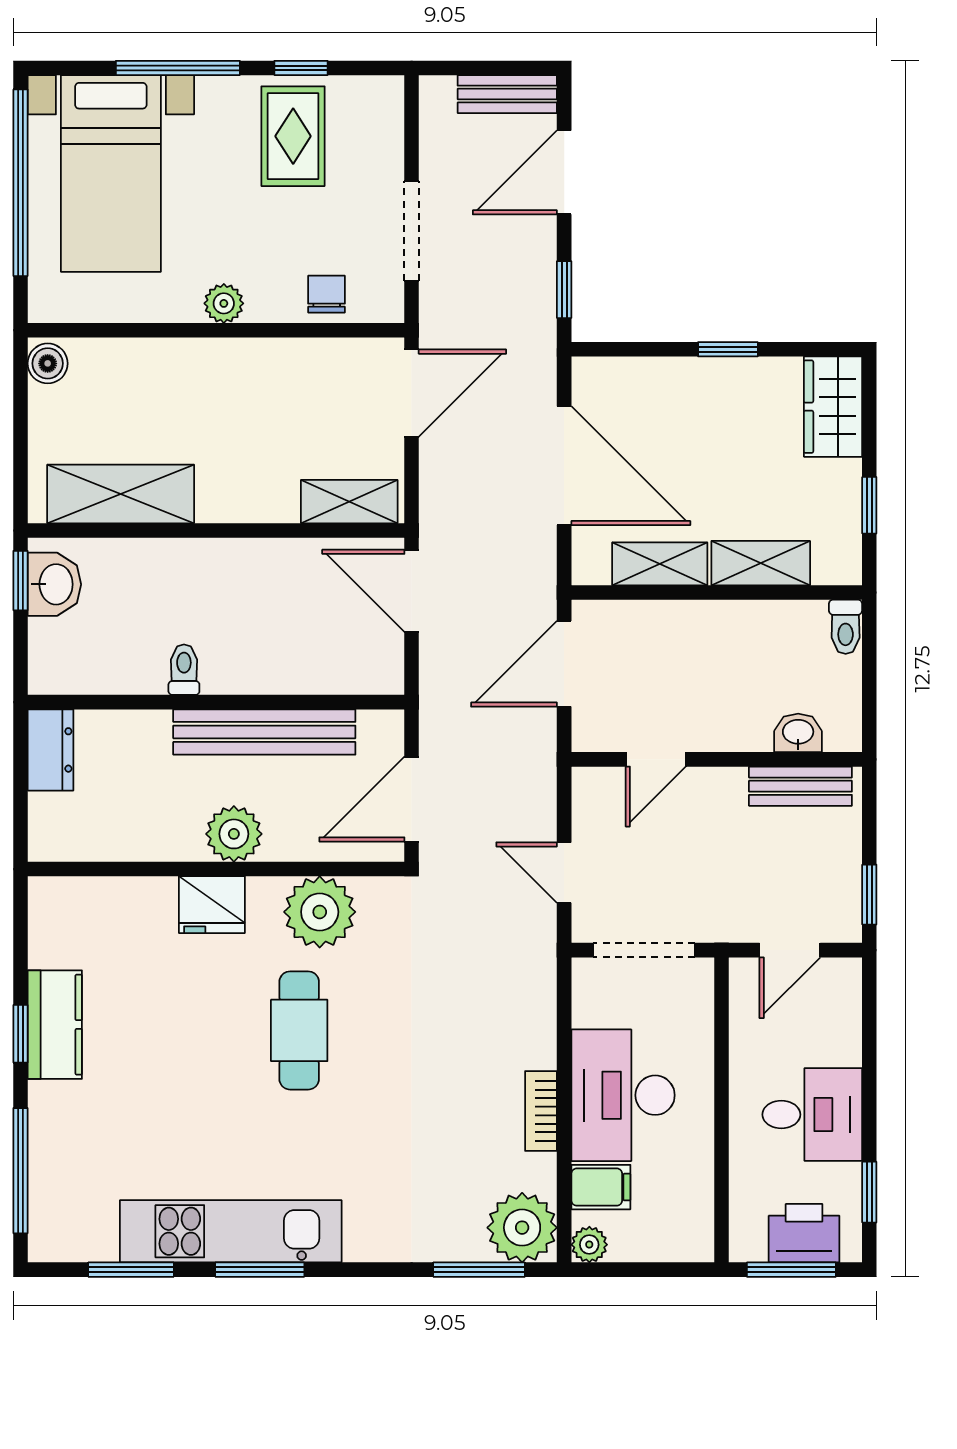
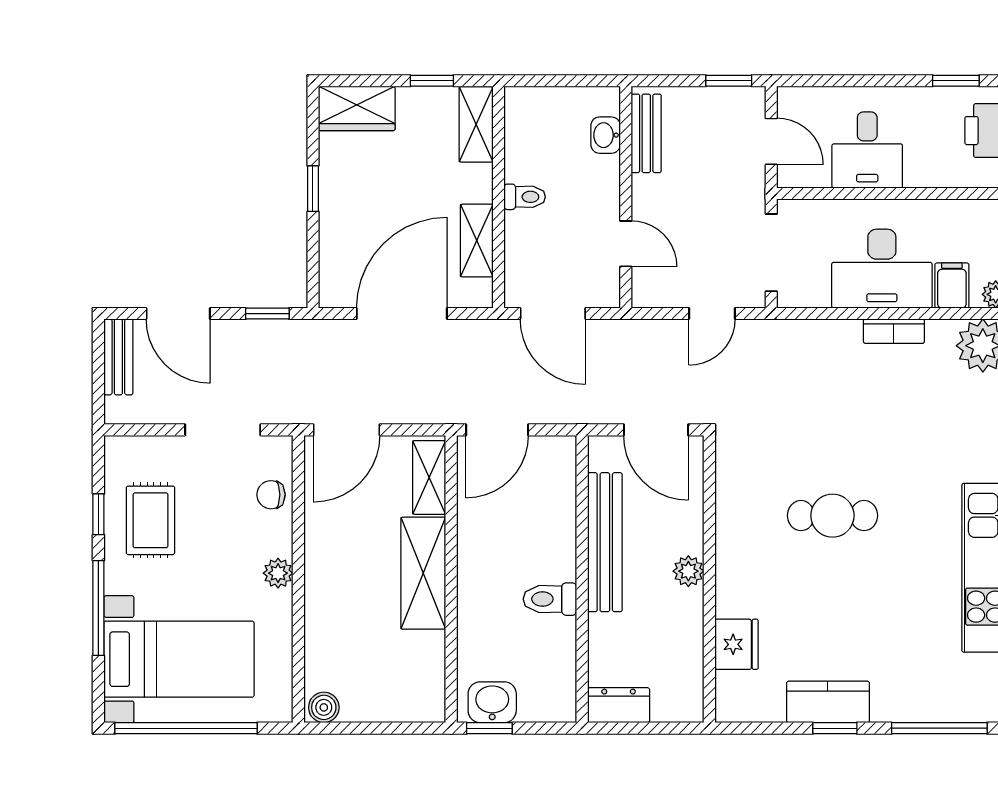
rug: (293, 136) -> (150, 520), turned 90
door: (412, 393) -> (347, 430), swing flipped
shelving: (121, 494) -> (423, 573), moved
shelving: (761, 563) -> (476, 124), moved
toilet: (846, 627) -> (525, 197), moved
toilet: (184, 670) -> (550, 599), width x1.37, depth x1.39
plant: (234, 834) -> (688, 571), width x0.73, depth x0.73
fridge: (212, 905) -> (737, 644), moved
plant: (320, 912) -> (742, 500), removed
desk: (812, 1115) -> (867, 150), moved, turned 180

